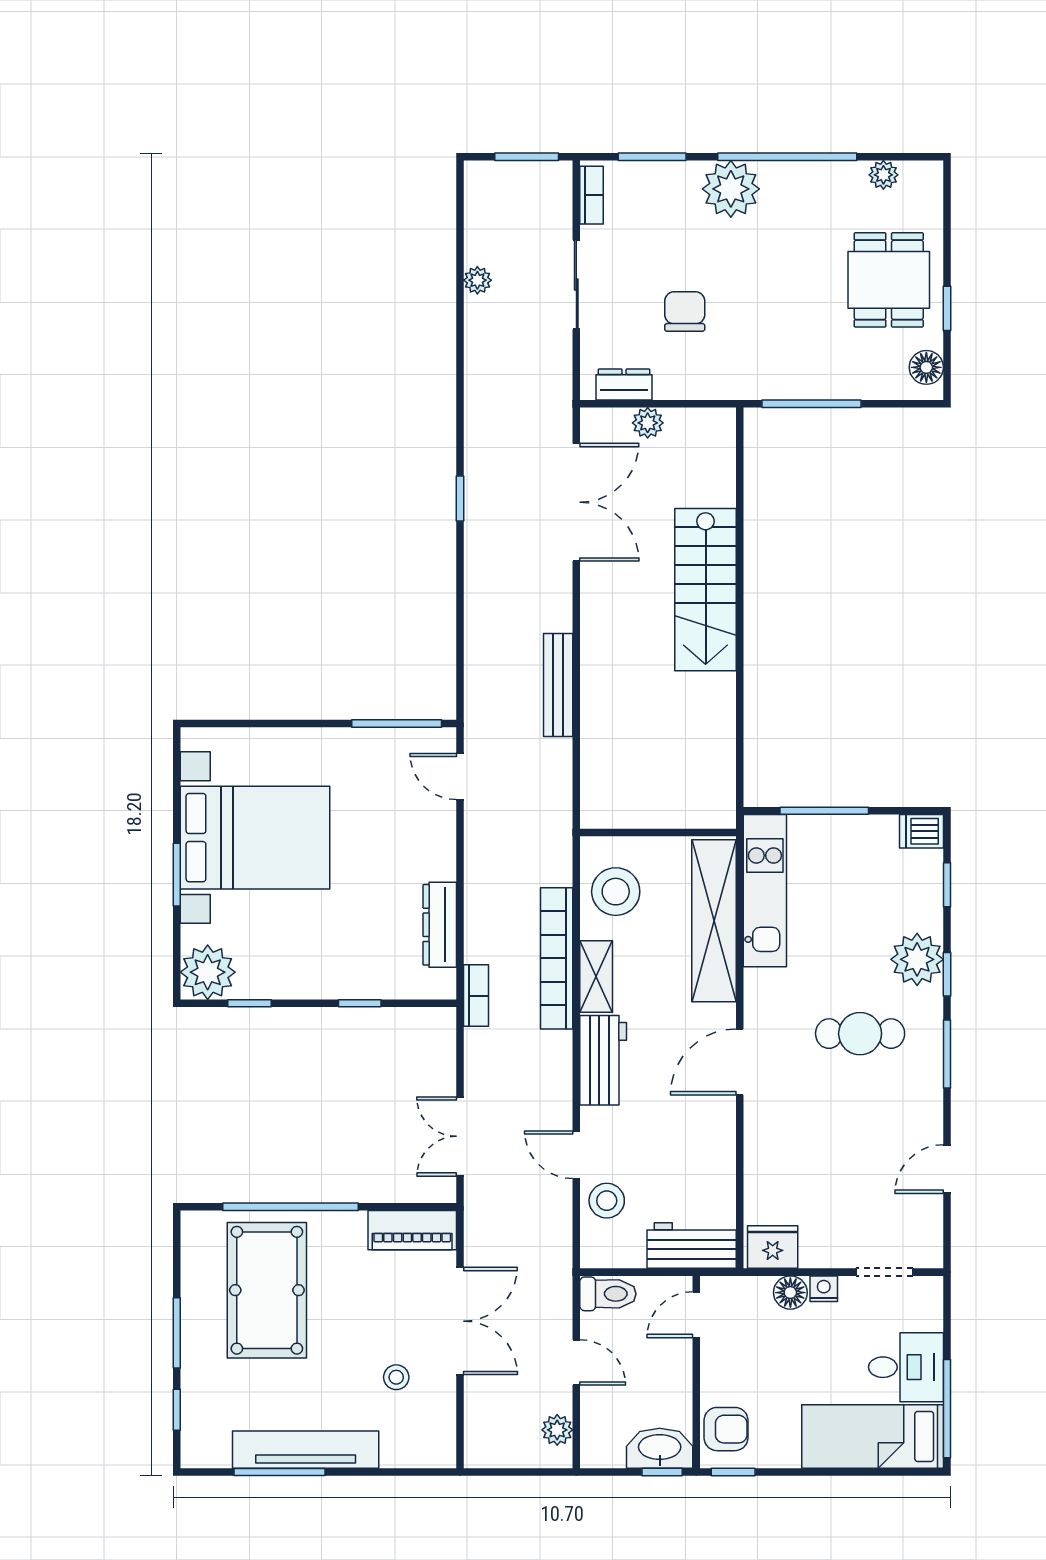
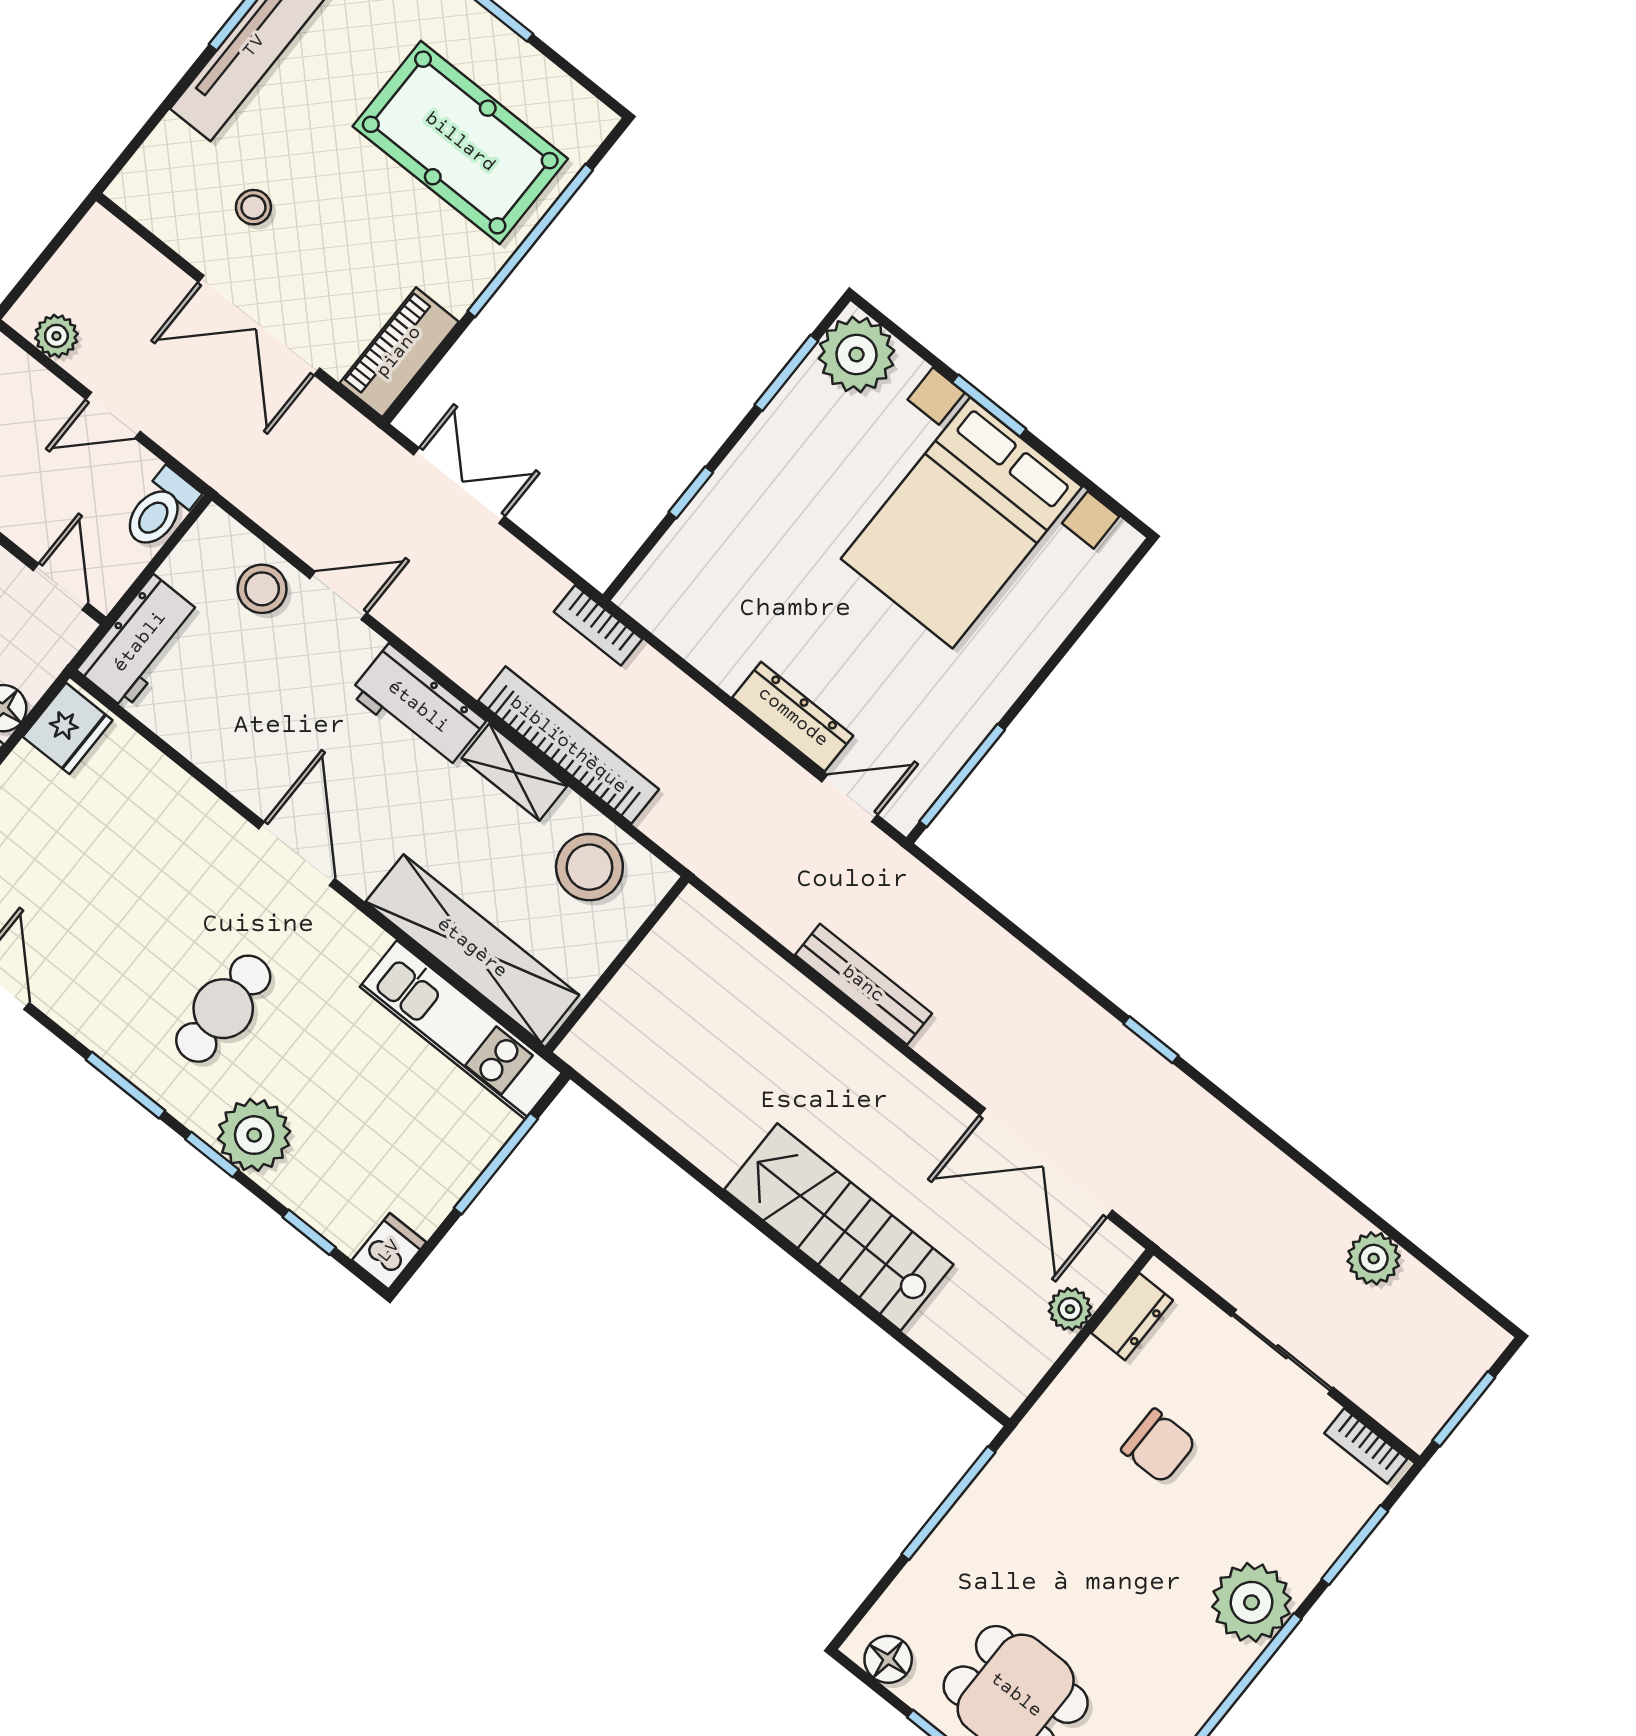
plant: (477, 280) -> (1374, 1258), width x1.38, depth x1.38
dresser: (440, 925) -> (793, 717), moved
window: (250, 1003) -> (786, 373), width x1.50

